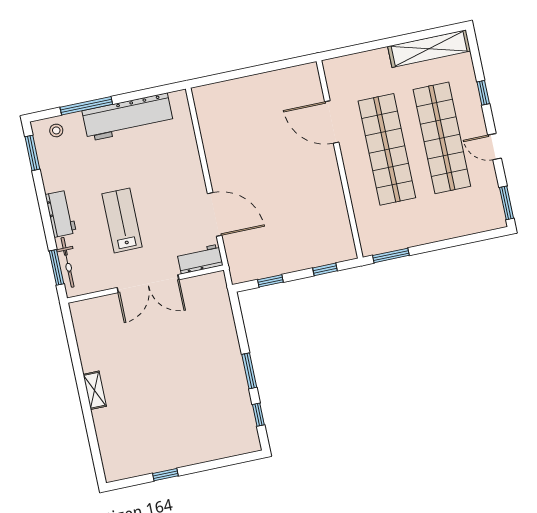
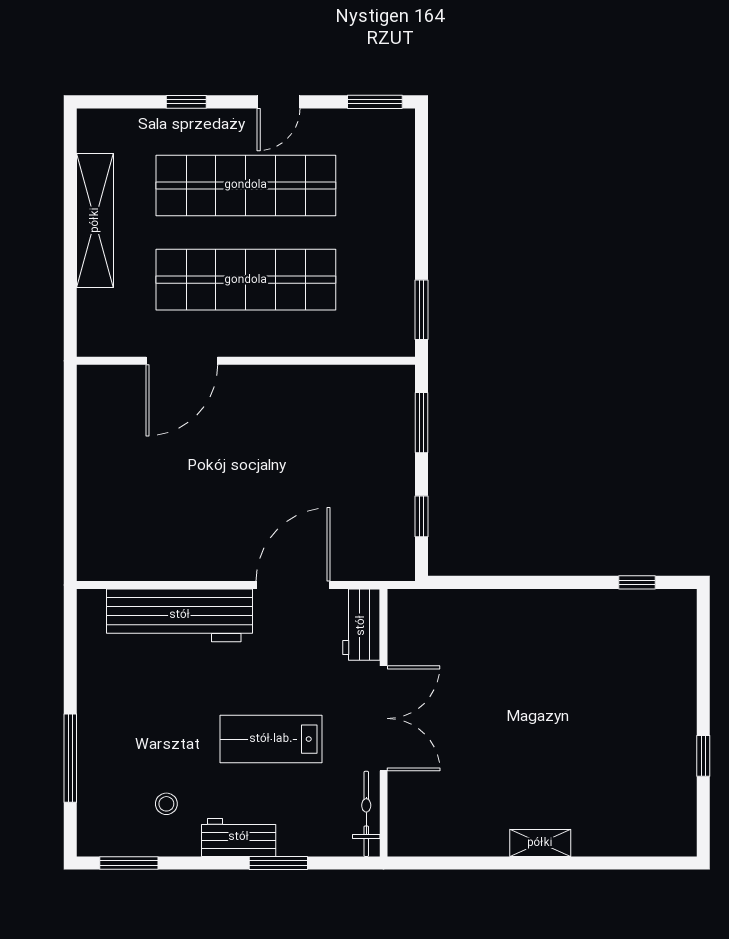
shelving: (429, 49) -> (95, 220), moved
workbench: (128, 117) -> (180, 615), moved, turned 90
stool: (56, 130) -> (166, 804), moved
bicycle: (68, 262) -> (366, 814), moved, turned -90
window: (57, 267) -> (278, 863), moved
window: (325, 269) -> (421, 423), width x1.50
window: (249, 371) -> (562, 582), removed

